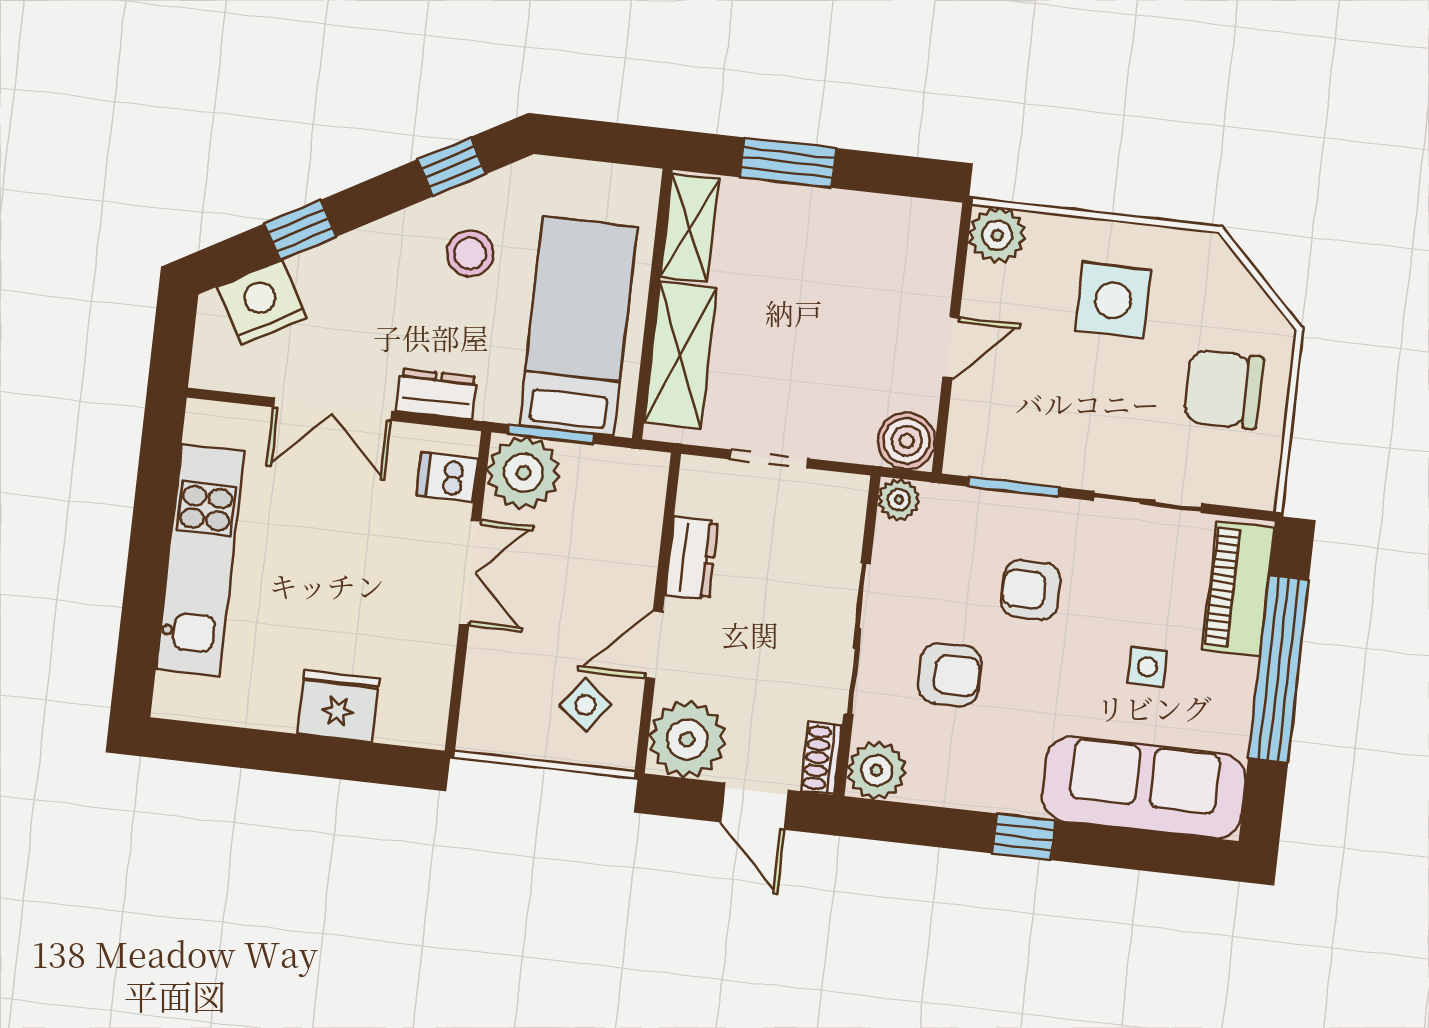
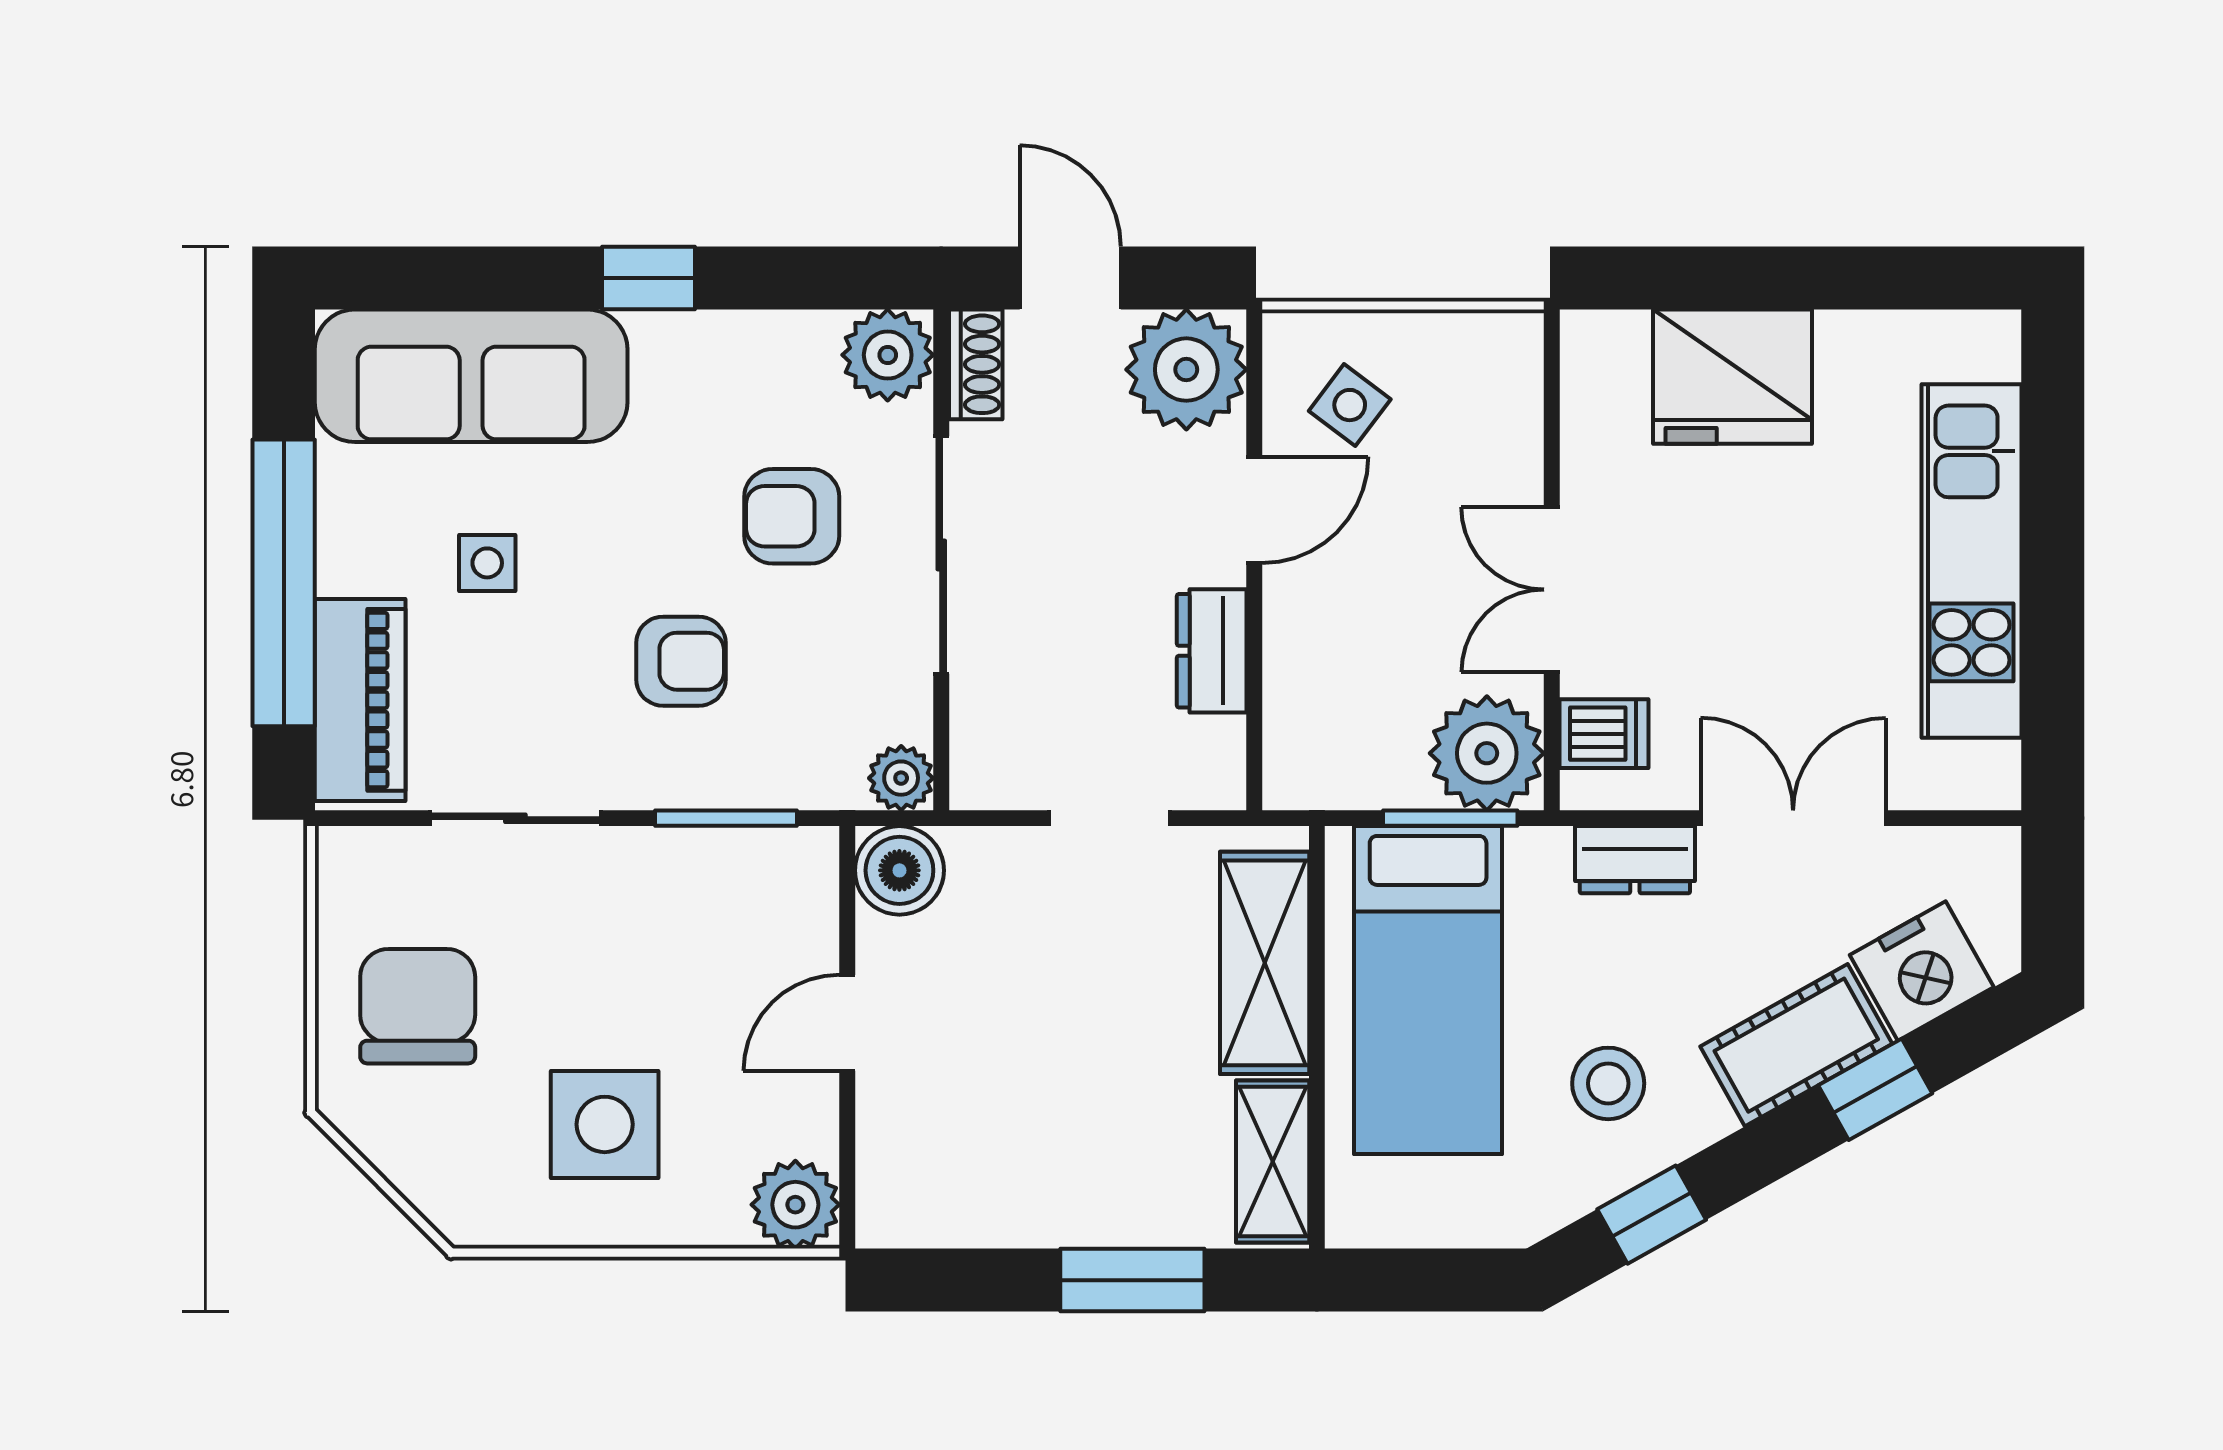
cot: (347, 264) -> (1796, 1045), added
chair: (1224, 389) -> (418, 1006), turned -90
fridge: (338, 706) -> (1732, 377), width x1.36, depth x1.34

